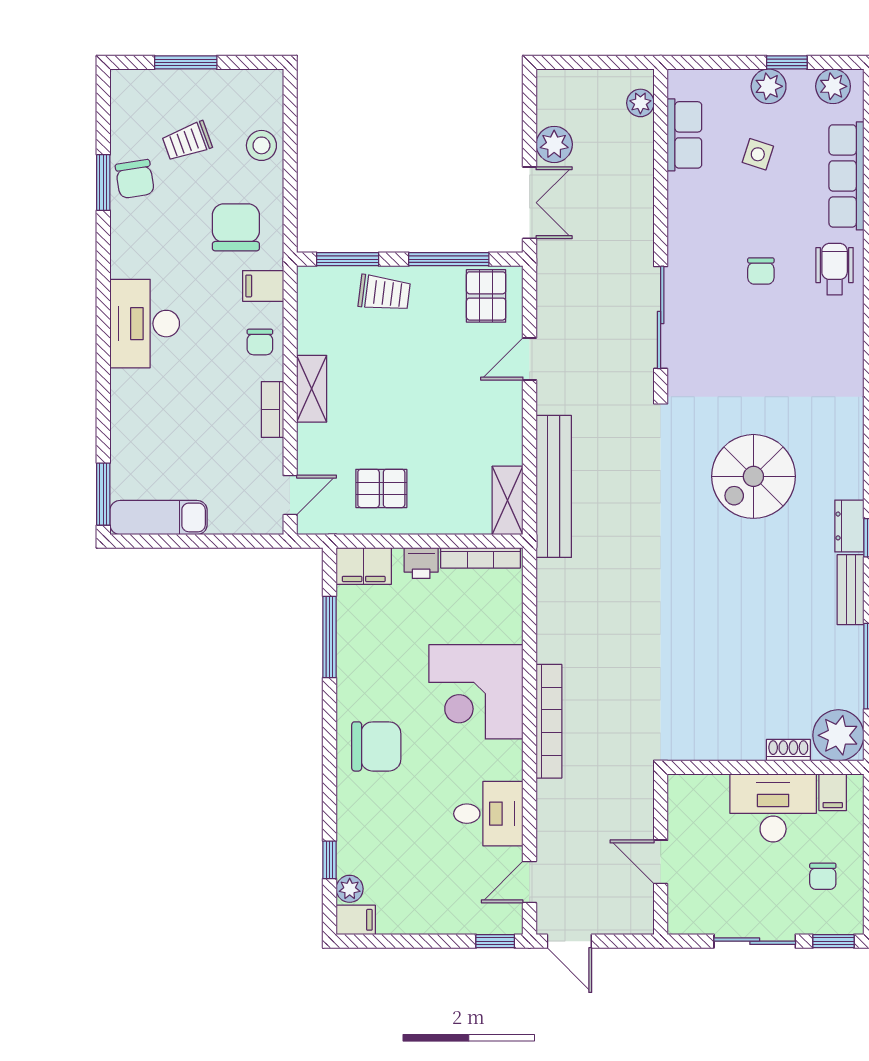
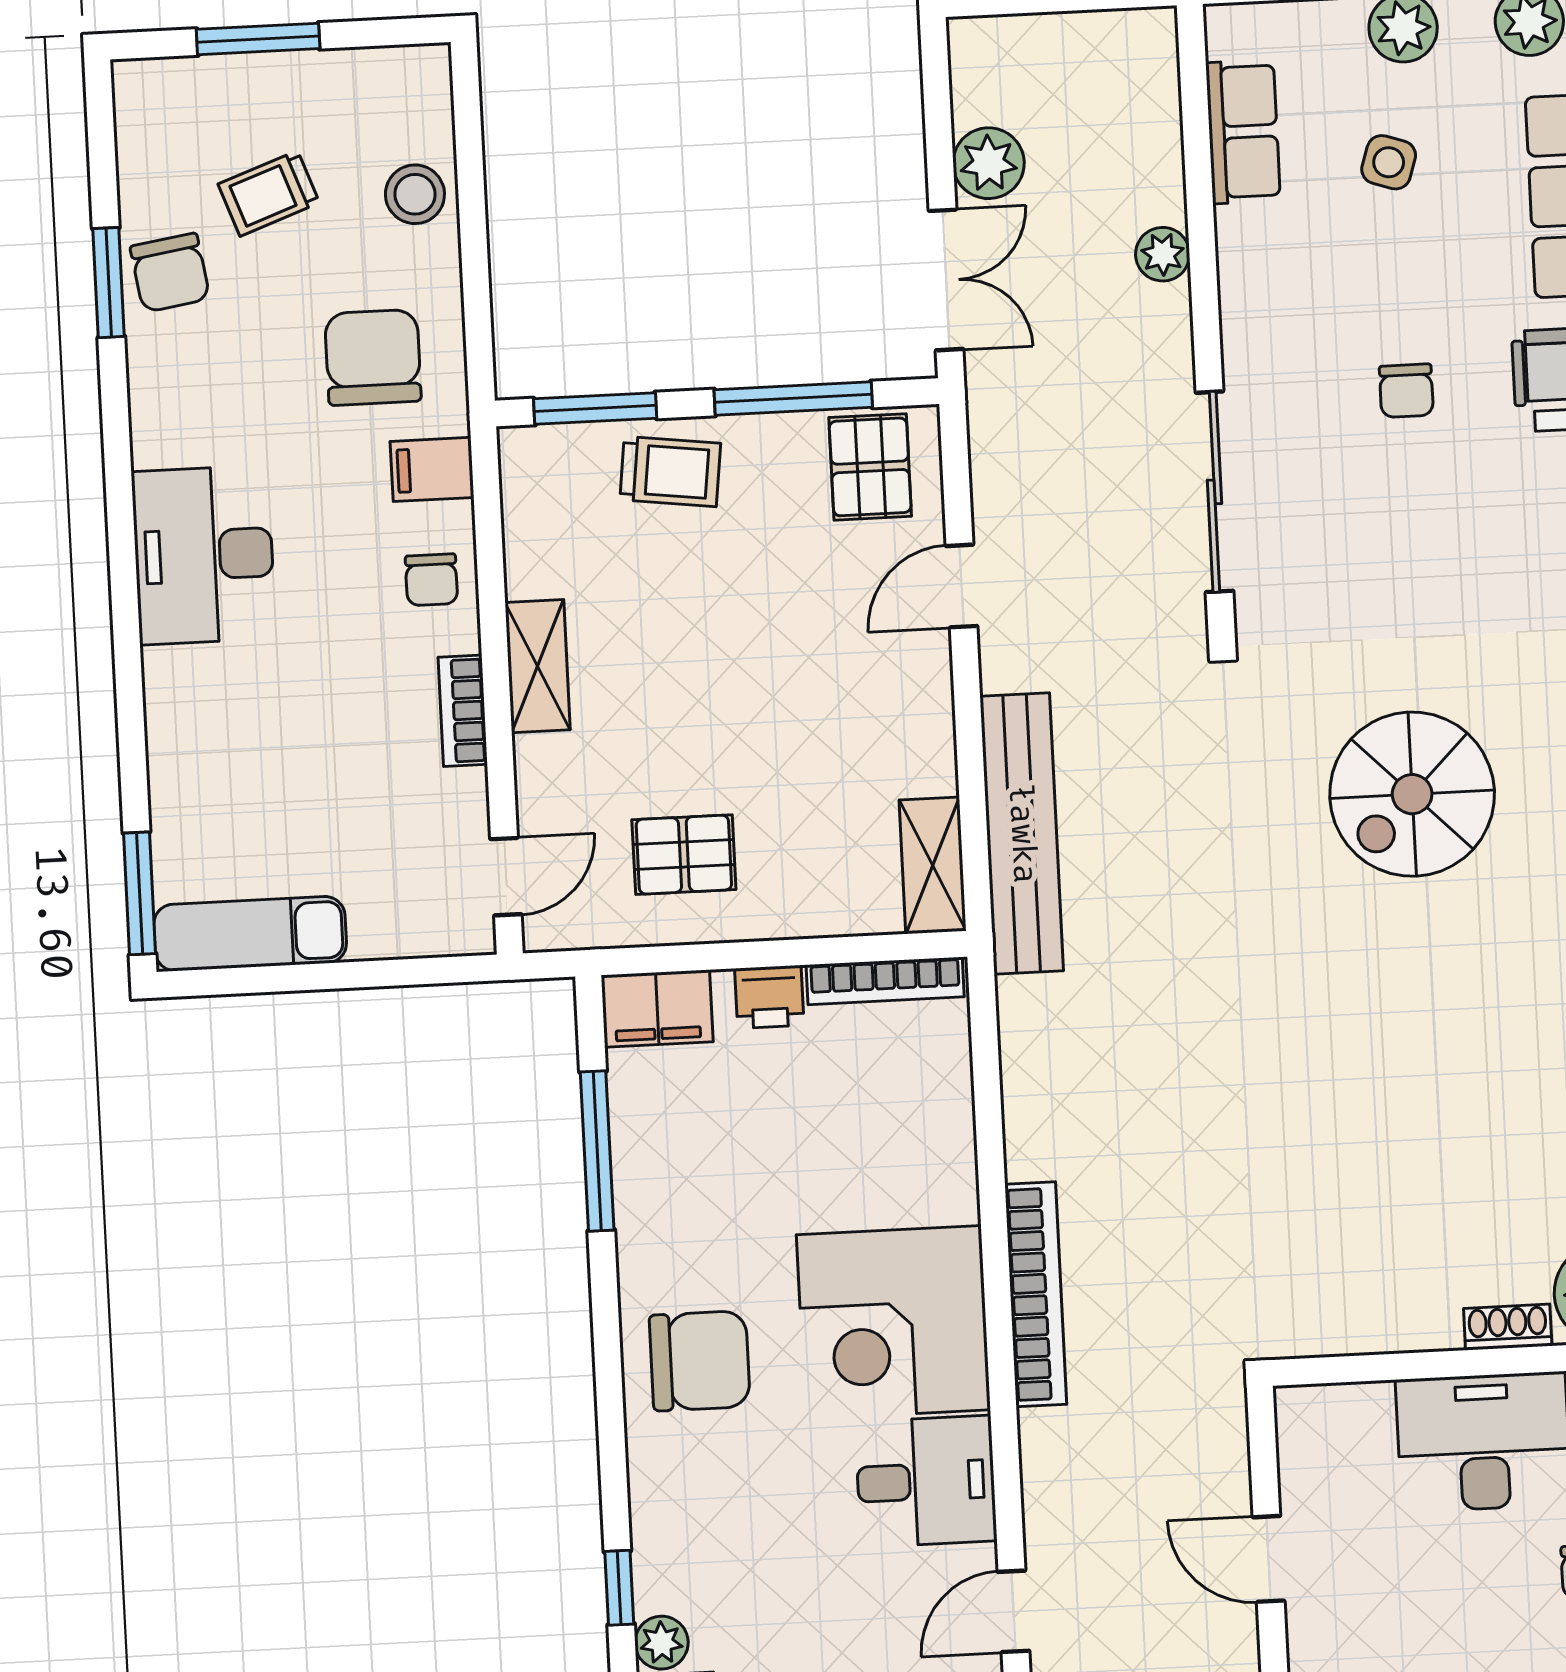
plant: (640, 103) -> (1163, 254), moved
corner desk: (476, 692) -> (893, 1322), moved

